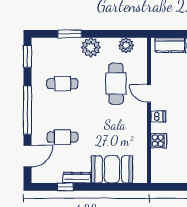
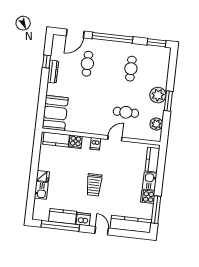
window: (70, 34) -> (168, 101), moved
cafe table: (116, 84) -> (126, 112), width x0.73, depth x0.74
door: (27, 156) -> (75, 33), hinge flipped
kitchen counter: (159, 164) -> (56, 140), added
booth: (112, 169) -> (55, 113), moved

